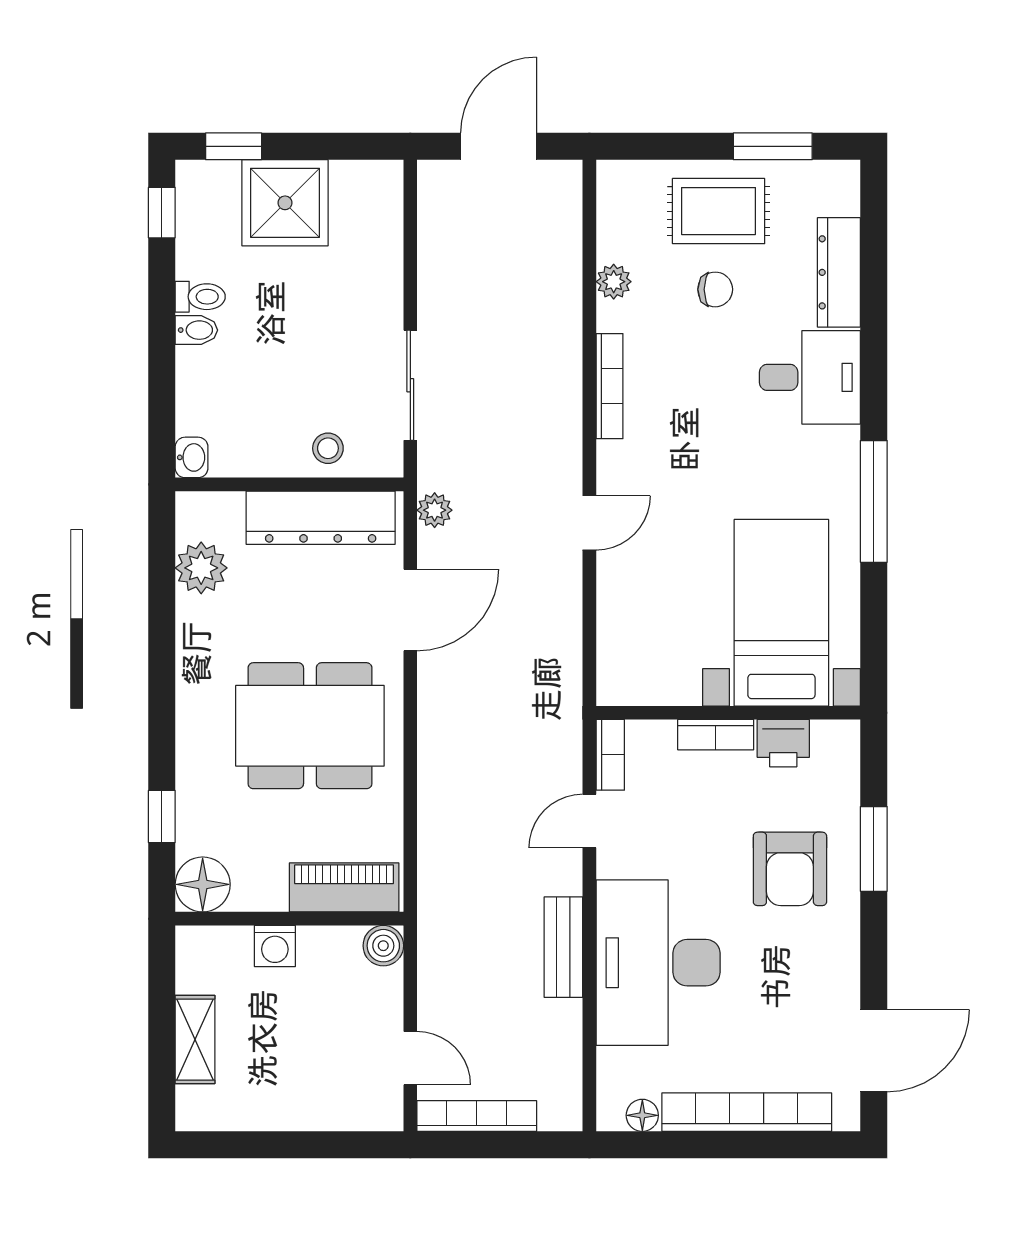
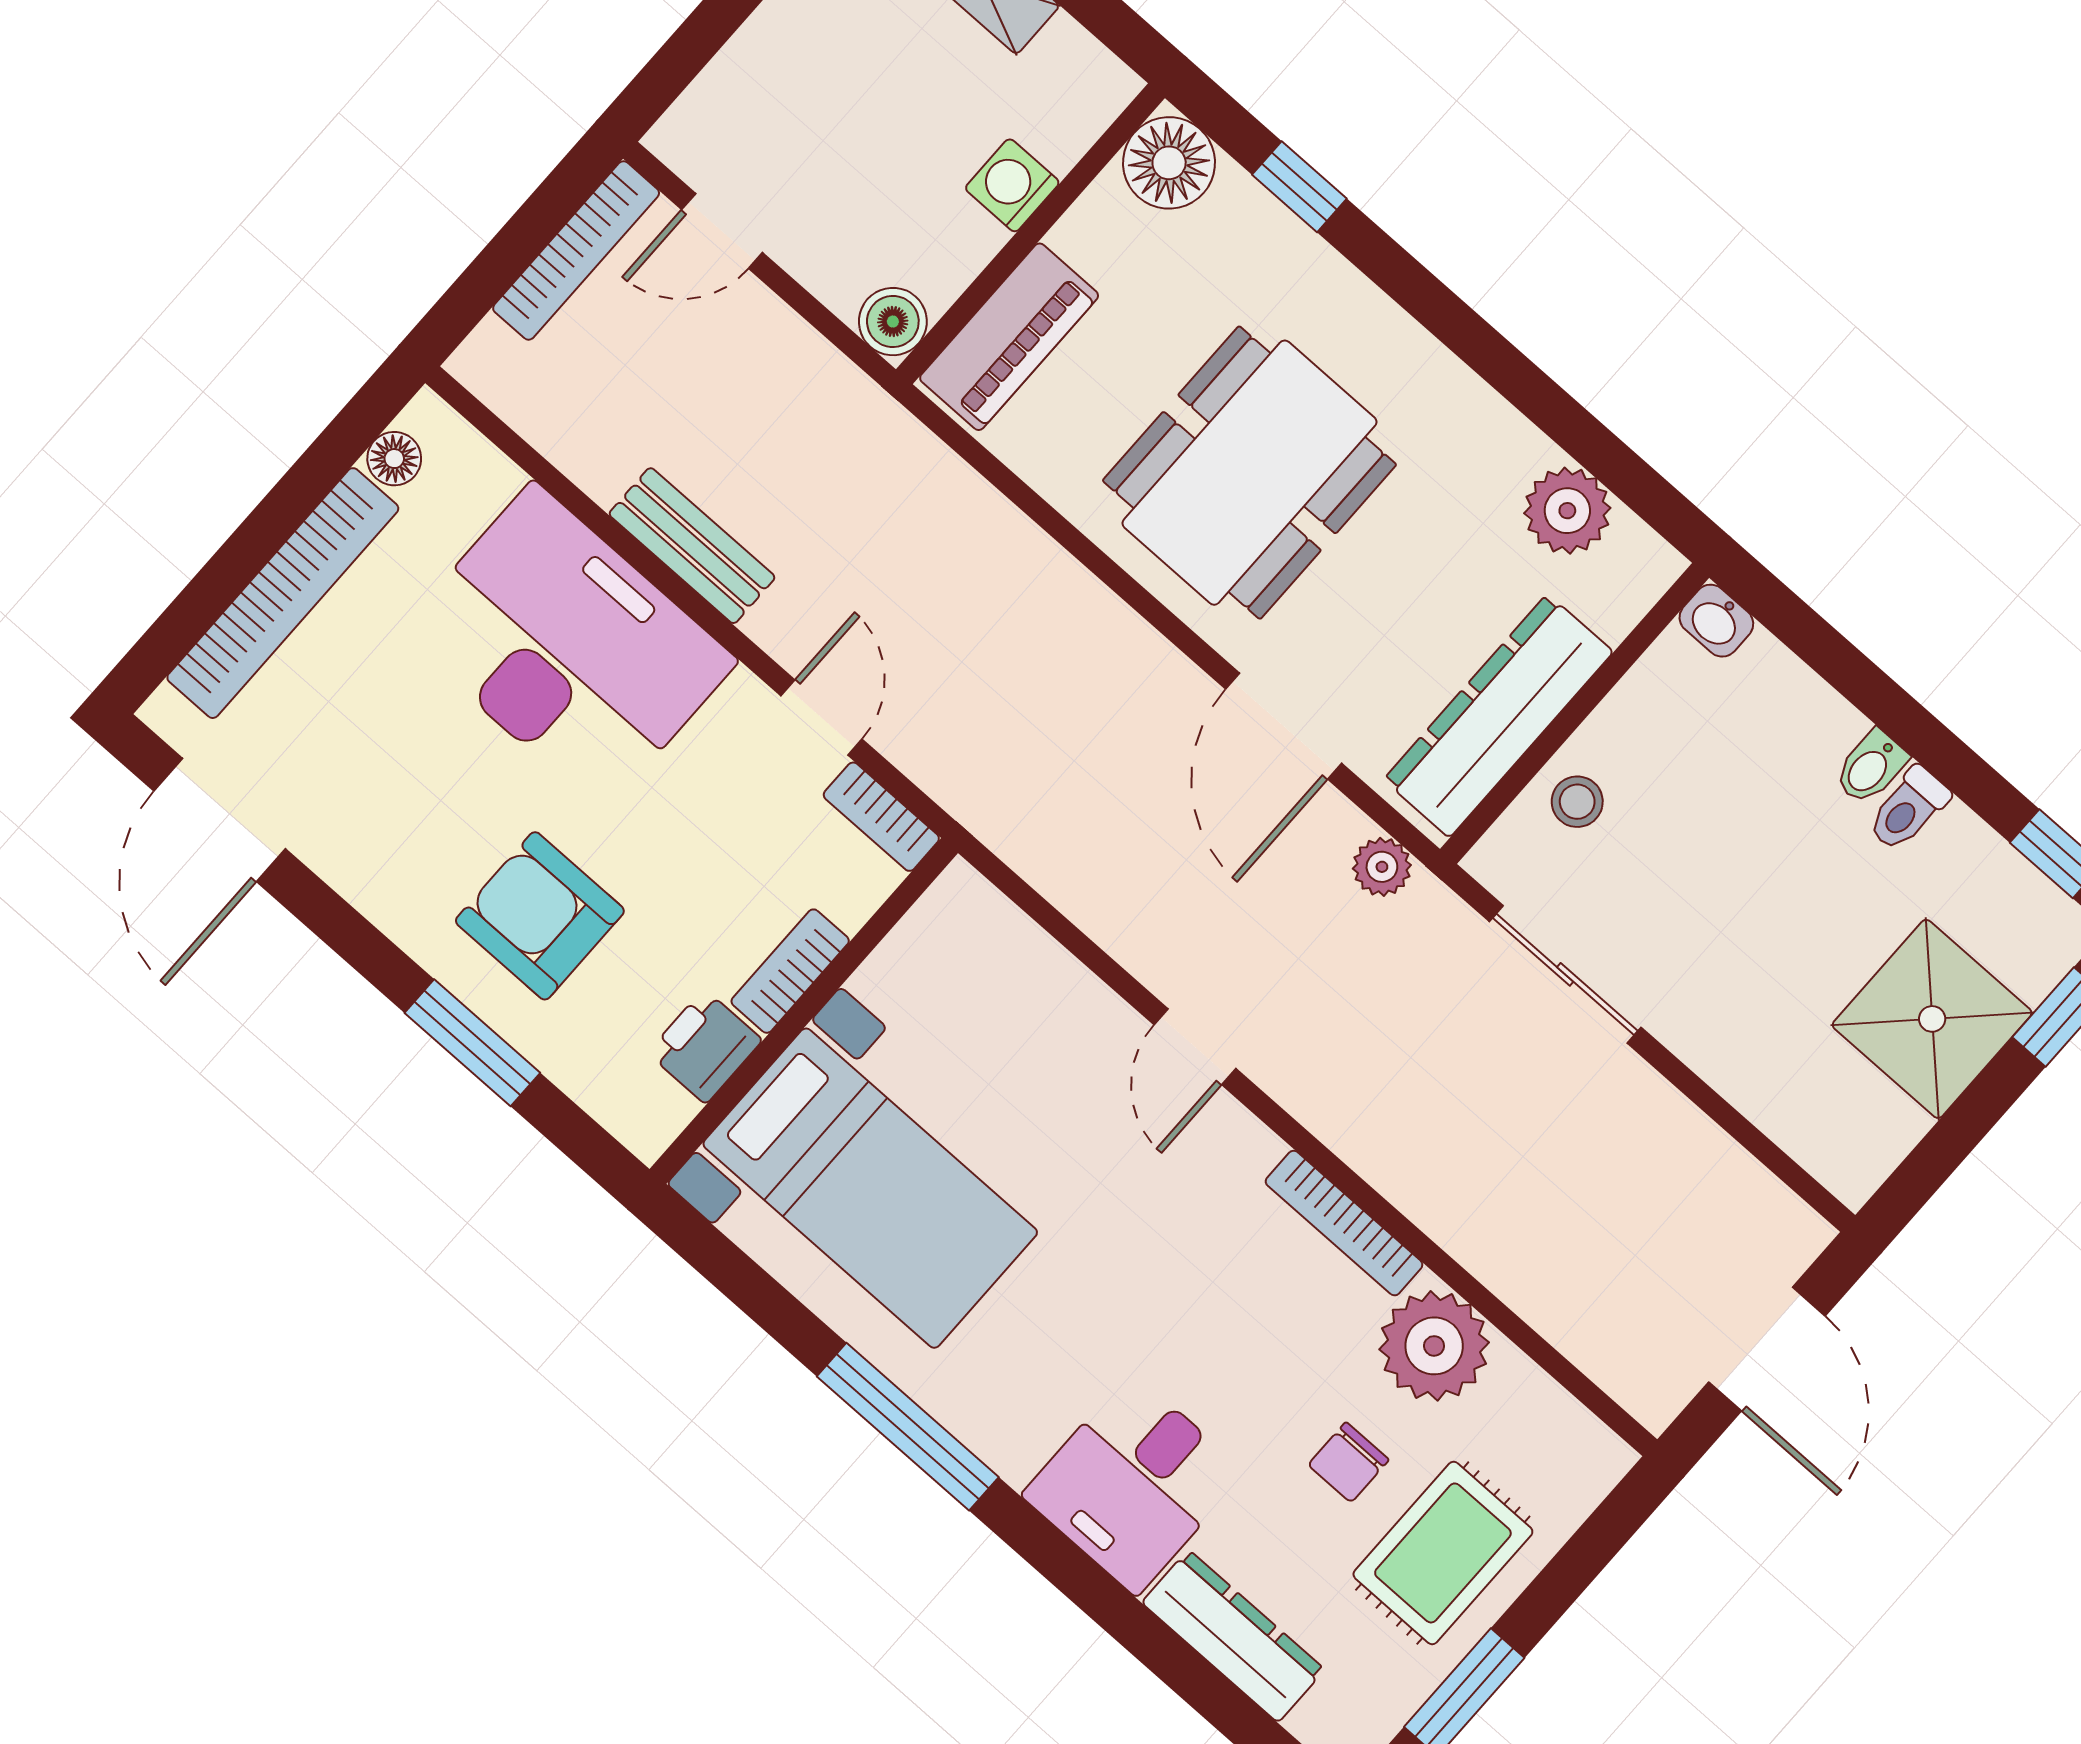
plant: (614, 282) -> (1434, 1346), width x1.88, depth x1.88

